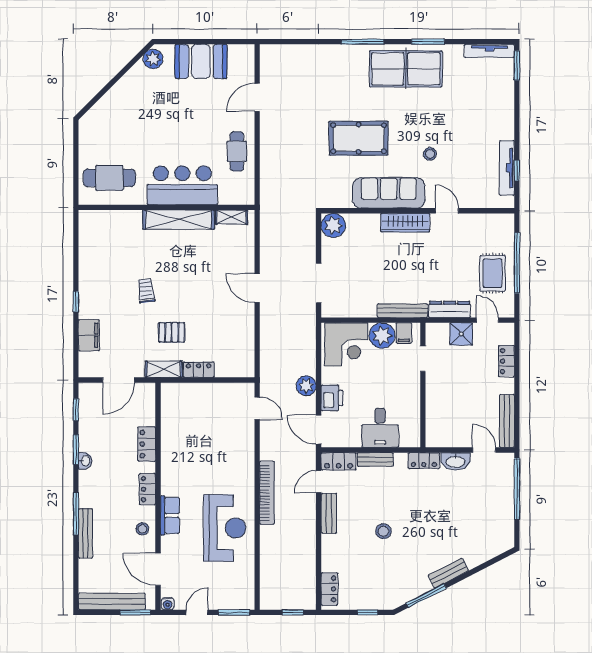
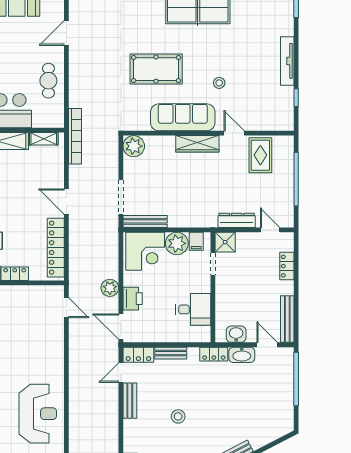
tv unit: (507, 168) -> (287, 61), moved
rug: (493, 273) -> (260, 155), moved
bench: (402, 311) -> (145, 221), moved
shower: (461, 334) -> (225, 242), moved
locker: (245, 340) -> (56, 248), added
desk: (380, 428) -> (193, 309), moved, turned -90
washbasin: (449, 438) -> (236, 334), added
bookcase: (267, 493) -> (75, 136), moved

